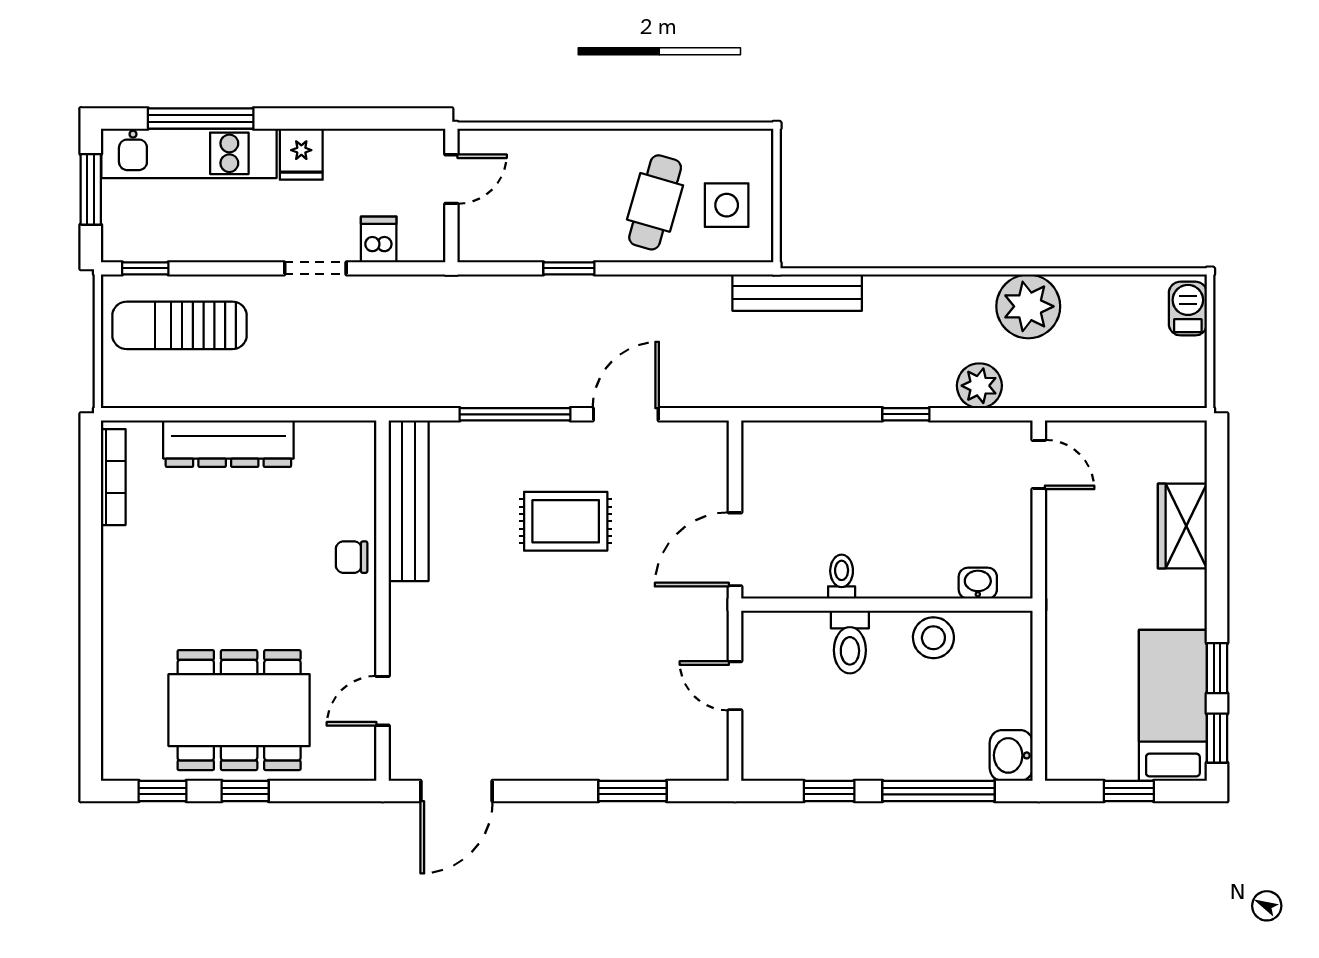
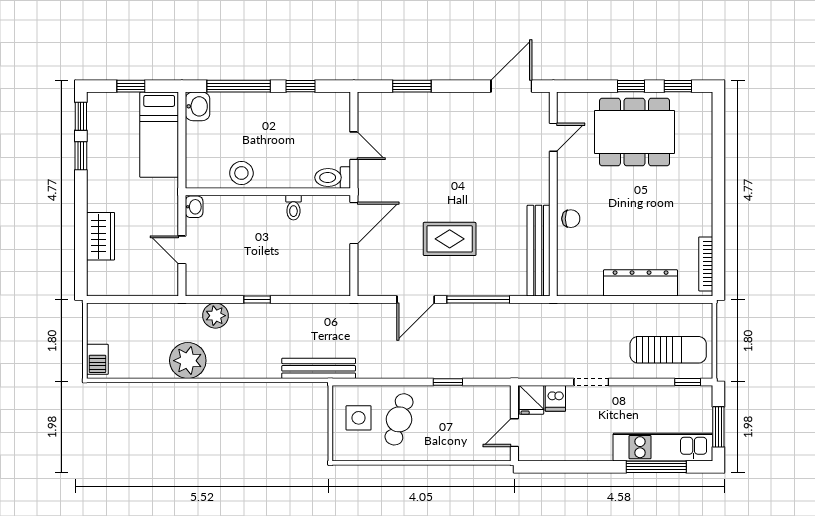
fridge: (301, 154) -> (531, 400), moved, turned 180
door: (1039, 465) -> (182, 250), moved
washbasin: (978, 583) -> (194, 207), moved, turned -90
toilet: (850, 642) -> (333, 177), moved, turned -90
bed: (1173, 705) -> (159, 135), moved

